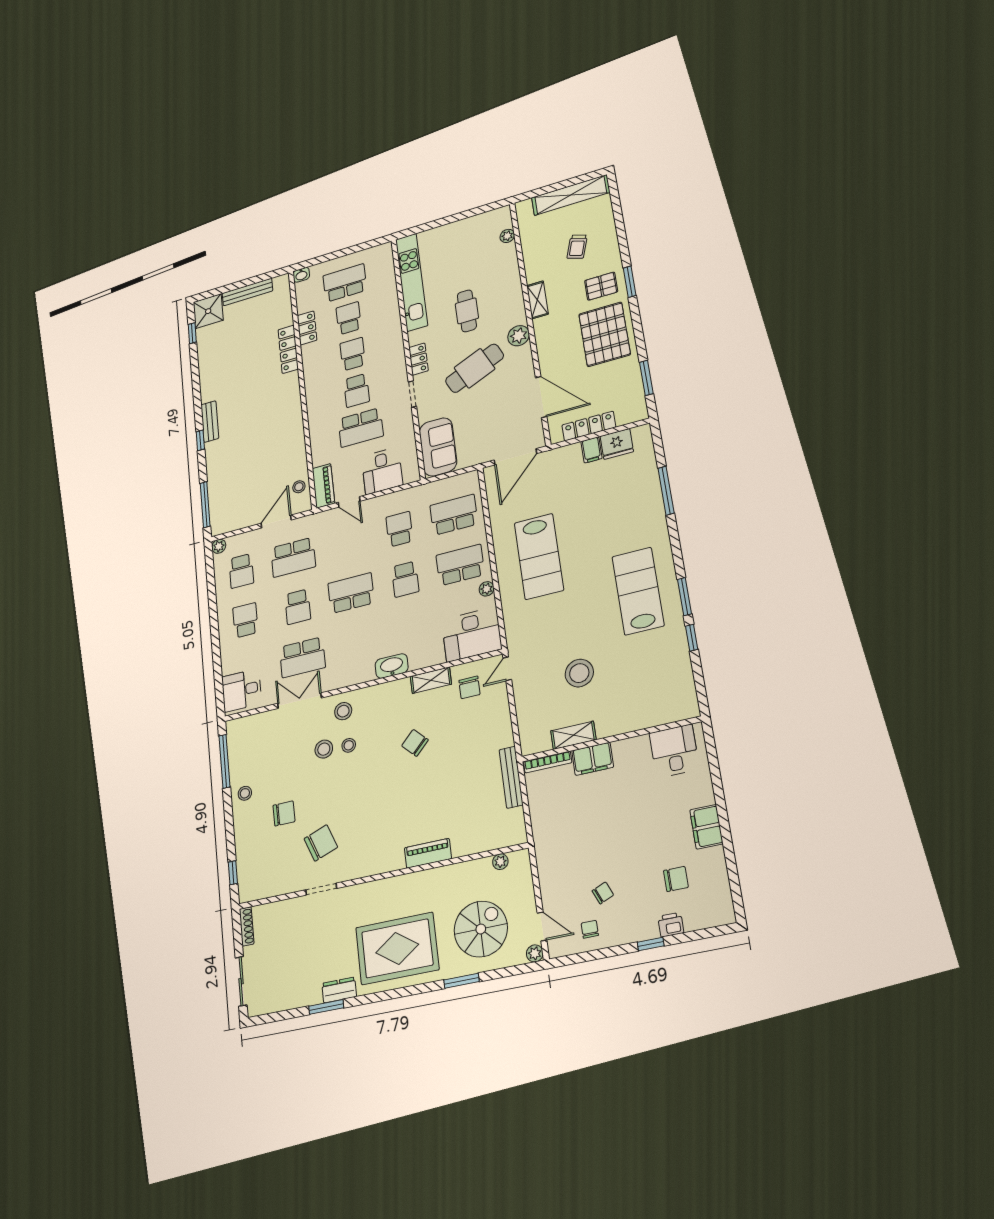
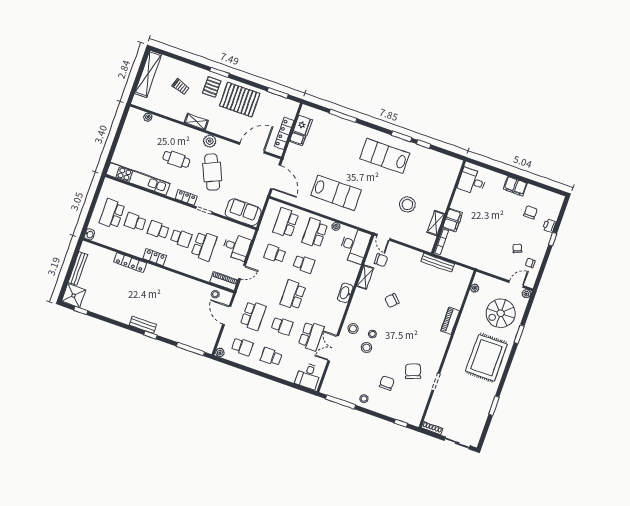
locker: (307, 328) -> (155, 257), moved
spiral stairs: (481, 929) -> (501, 313), turned -90
dresser: (339, 990) -> (490, 395), removed

